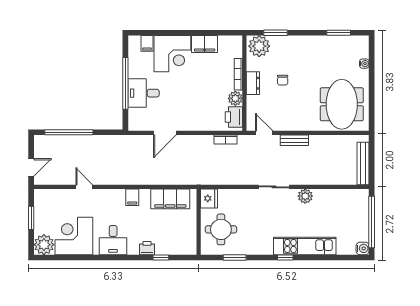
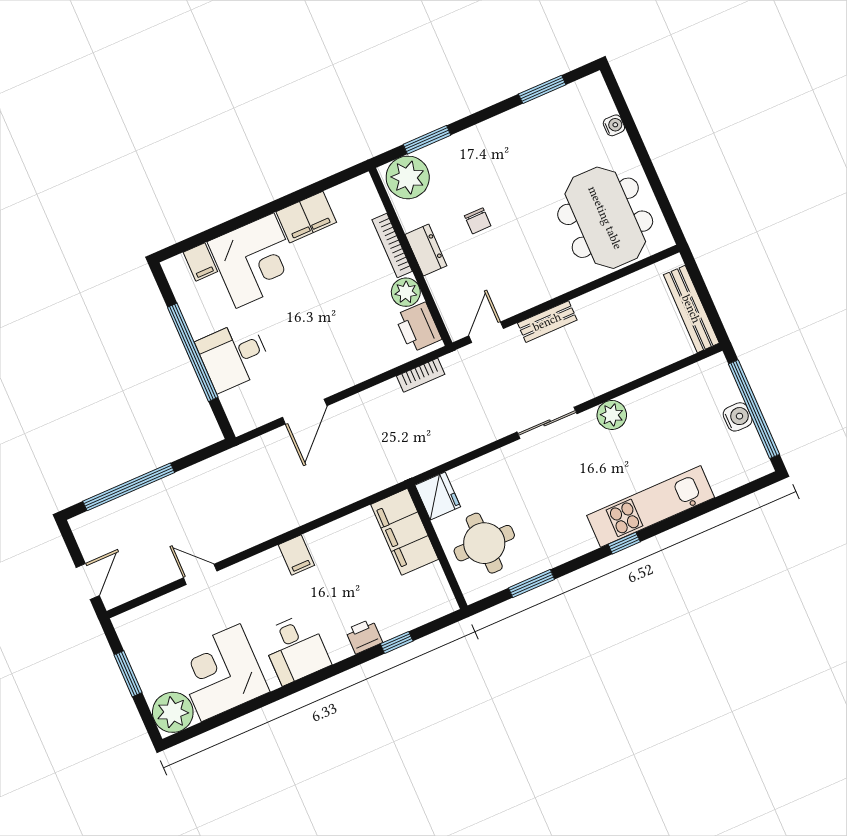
door: (264, 133) -> (486, 332), hinge flipped
filing cabinet: (170, 199) -> (405, 532), moved, turned 90
water cooler: (363, 248) -> (738, 417), moved

